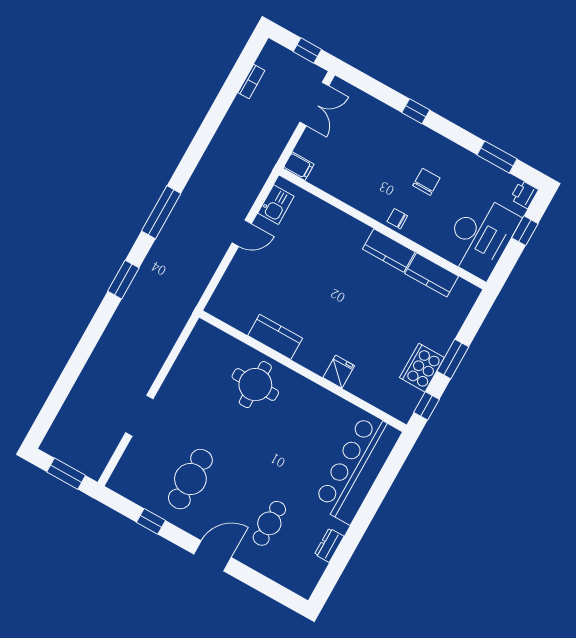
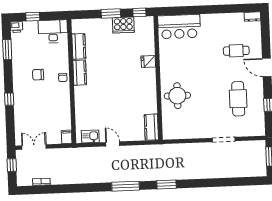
desk: (480, 237) -> (53, 31), width x0.73, depth x0.77
kitchen counter: (275, 337) -> (151, 127), moved
bar counter: (357, 468) -> (179, 27), width x0.73
cafe table: (190, 479) -> (238, 99), turned 90
dresser: (329, 545) -> (252, 17), moved

